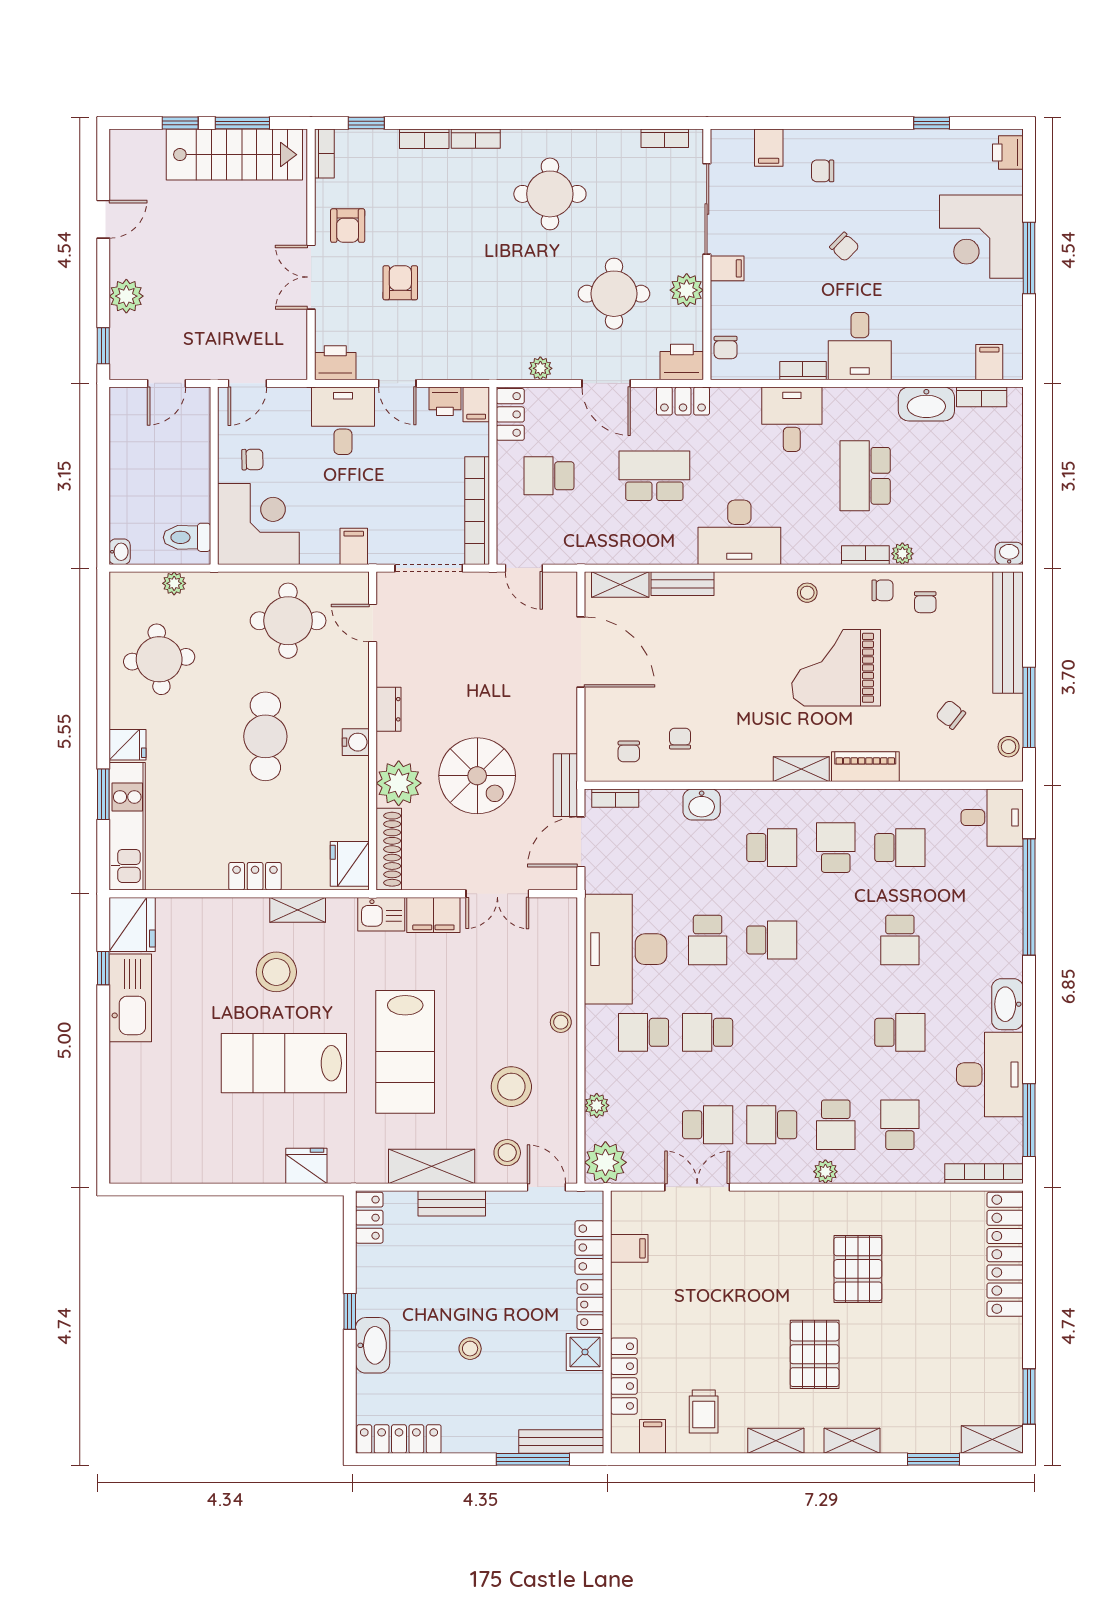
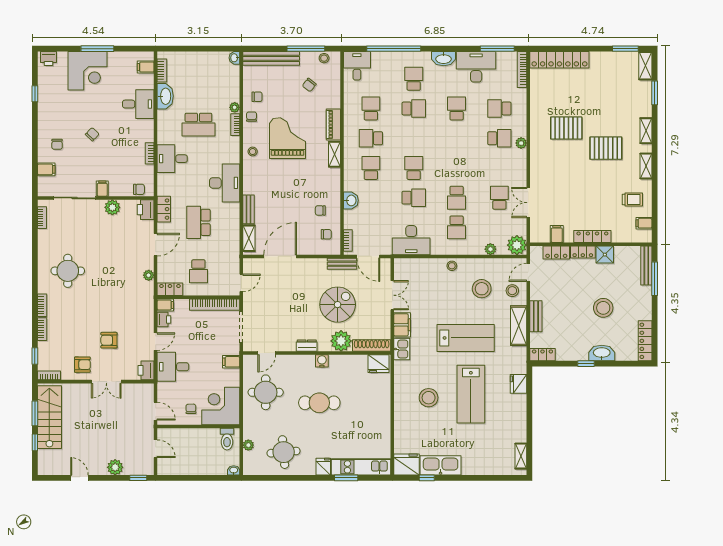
round table: (614, 294) -> (114, 241), removed
desk: (860, 346) -> (138, 104), moved
grand piano: (836, 668) -> (287, 138), turned 180
locker: (255, 876) -> (384, 408), removed
shelving: (298, 910) -> (521, 456), moved
desk: (625, 949) -> (411, 240), width x0.73, depth x0.77
school desk: (772, 1125) -> (414, 79), moved, turned 180
stool: (470, 1349) -> (603, 308), width x1.89, depth x1.89
locker: (624, 1376) -> (592, 237), moved

